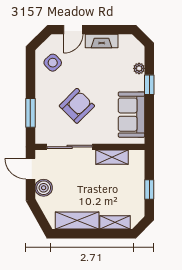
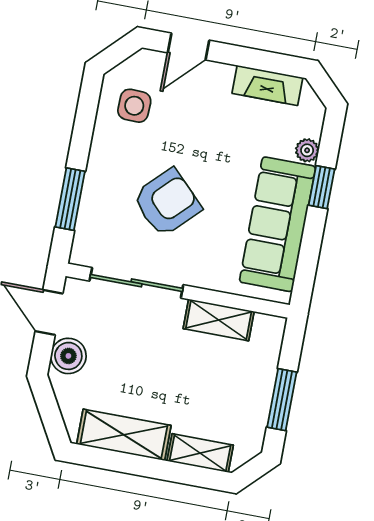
fireplace: (102, 41) -> (267, 85), moved
side table: (53, 63) -> (134, 106), turned 45
sofa: (132, 115) -> (277, 224), width x1.36
window: (149, 190) -> (282, 400), width x1.50

